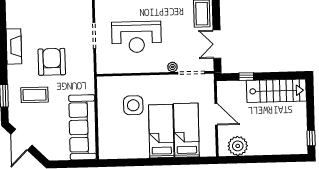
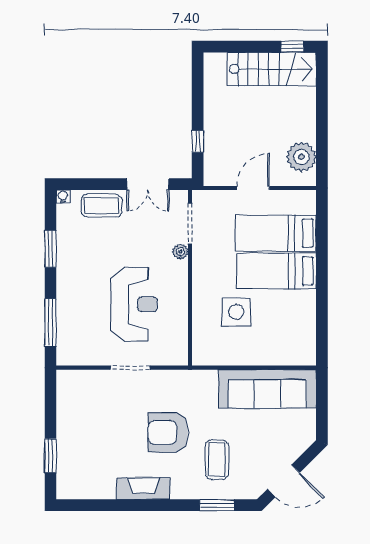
stairs: (276, 91) -> (272, 69), moved, turned 90

